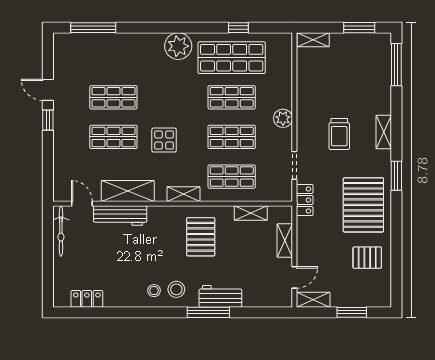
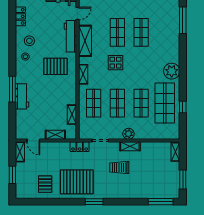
shelving: (384, 132) -> (130, 146), moved
pallet: (201, 237) -> (55, 66), moved
stool: (176, 289) -> (29, 41), moved

